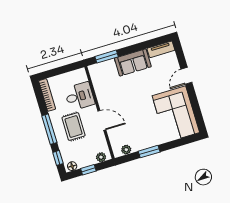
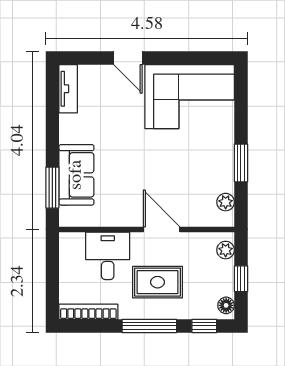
sofa: (133, 62) -> (76, 175), moved
door: (102, 120) -> (162, 229), hinge flipped

